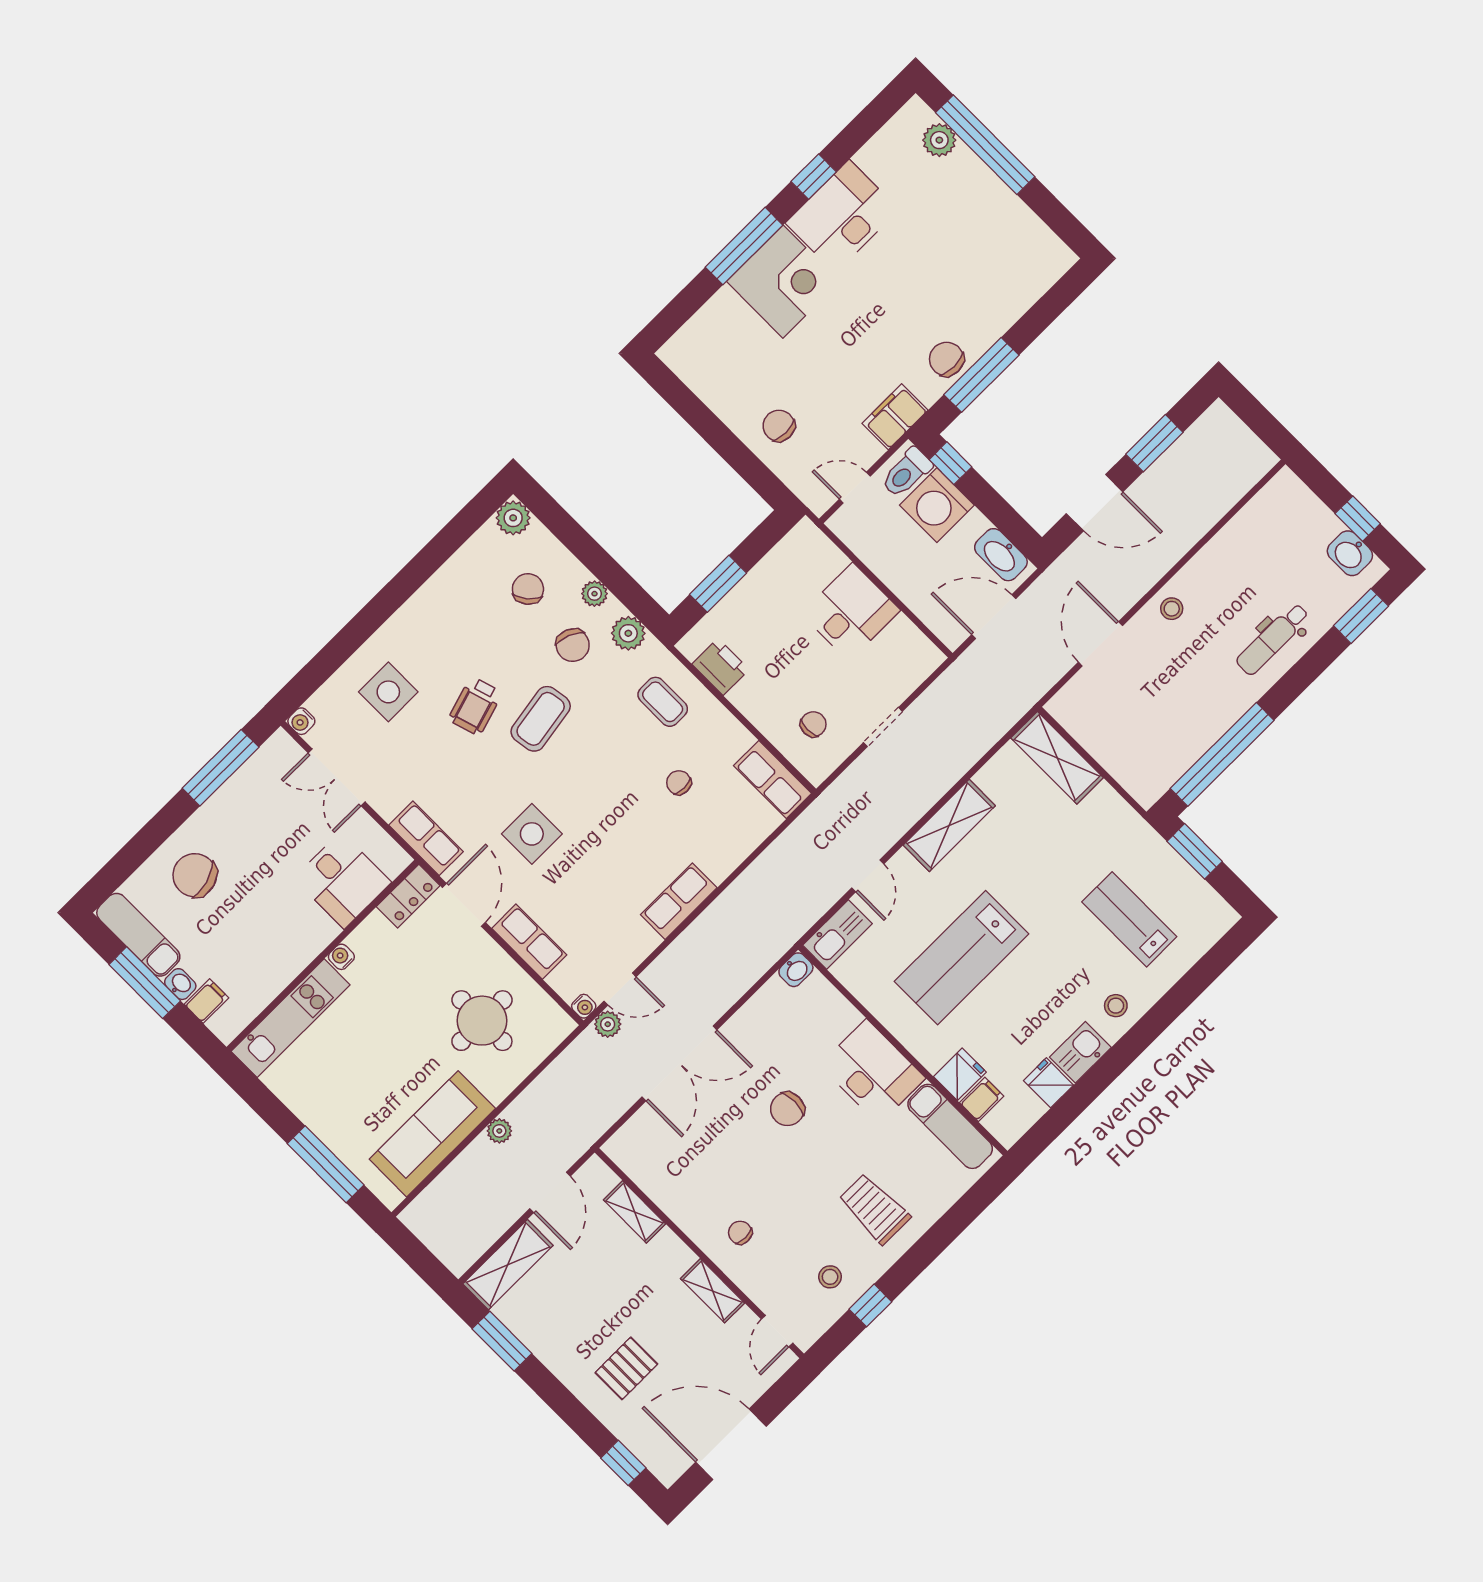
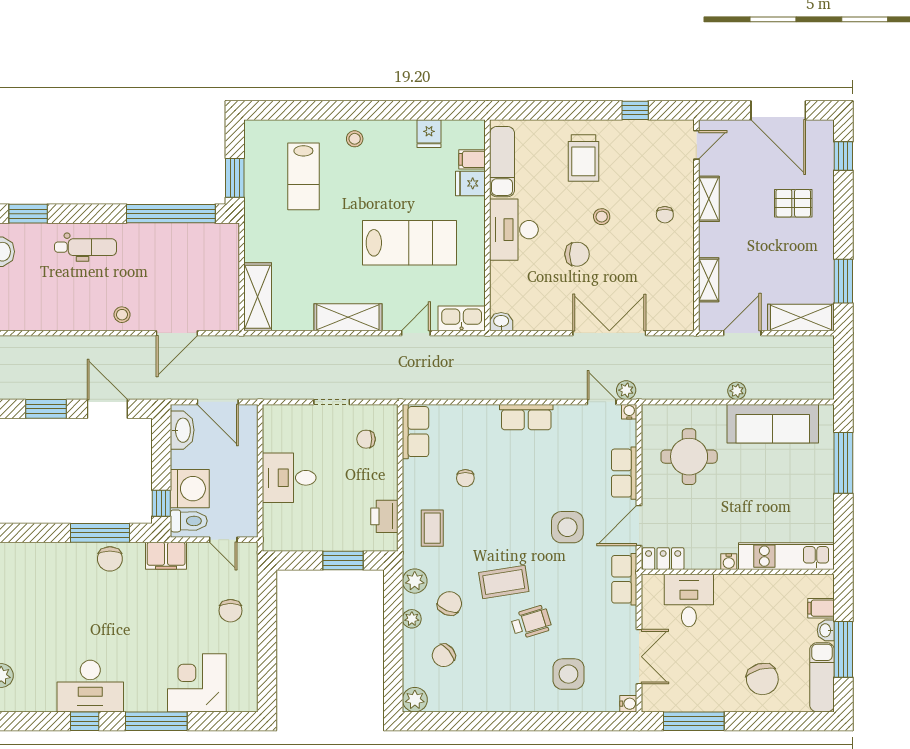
corner desk: (783, 282) -> (197, 683), moved
kitchen sink: (1080, 1052) -> (397, 133), removed
stool: (830, 1277) -> (602, 217), moved

